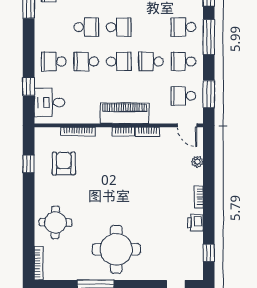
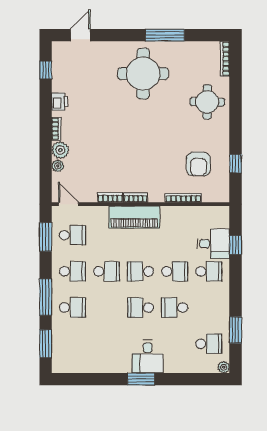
desk: (50, 102) -> (213, 244), moved
plant: (195, 177) -> (60, 150), added

